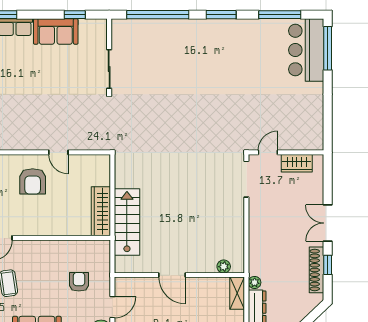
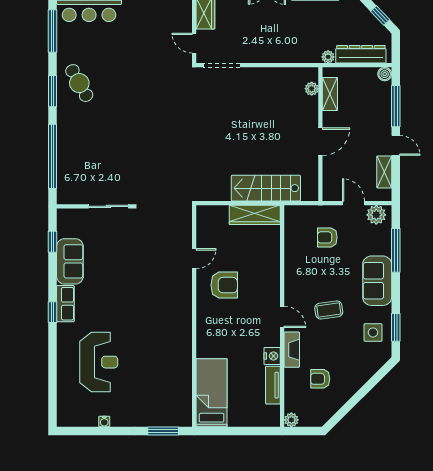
cafe table: (229, 41) -> (79, 83), added
shelving: (237, 293) -> (330, 94), moved, turned 90

